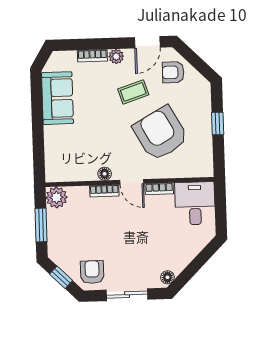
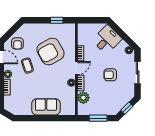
sofa: (58, 98) -> (46, 107), moved
window: (218, 124) -> (57, 20), moved
plant: (56, 197) -> (83, 98), moved
desk: (195, 203) -> (107, 40), moved, turned 135
armchair: (92, 272) -> (110, 75), moved

